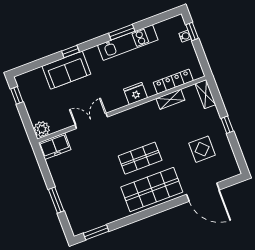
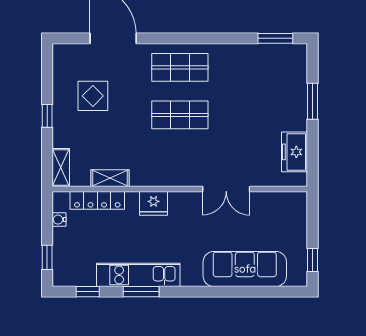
water cooler: (185, 36) -> (59, 220), moved
window: (70, 52) -> (88, 292), moved
sofa: (66, 70) -> (245, 269), width x1.36
plant: (42, 129) -> (296, 203), removed
freezer: (55, 146) -> (294, 152), moved, turned -90
shop shelf: (152, 190) -> (180, 67), width x0.70, depth x0.74

